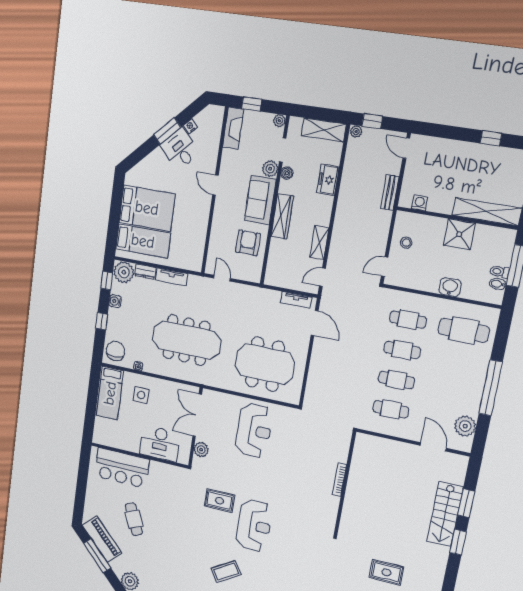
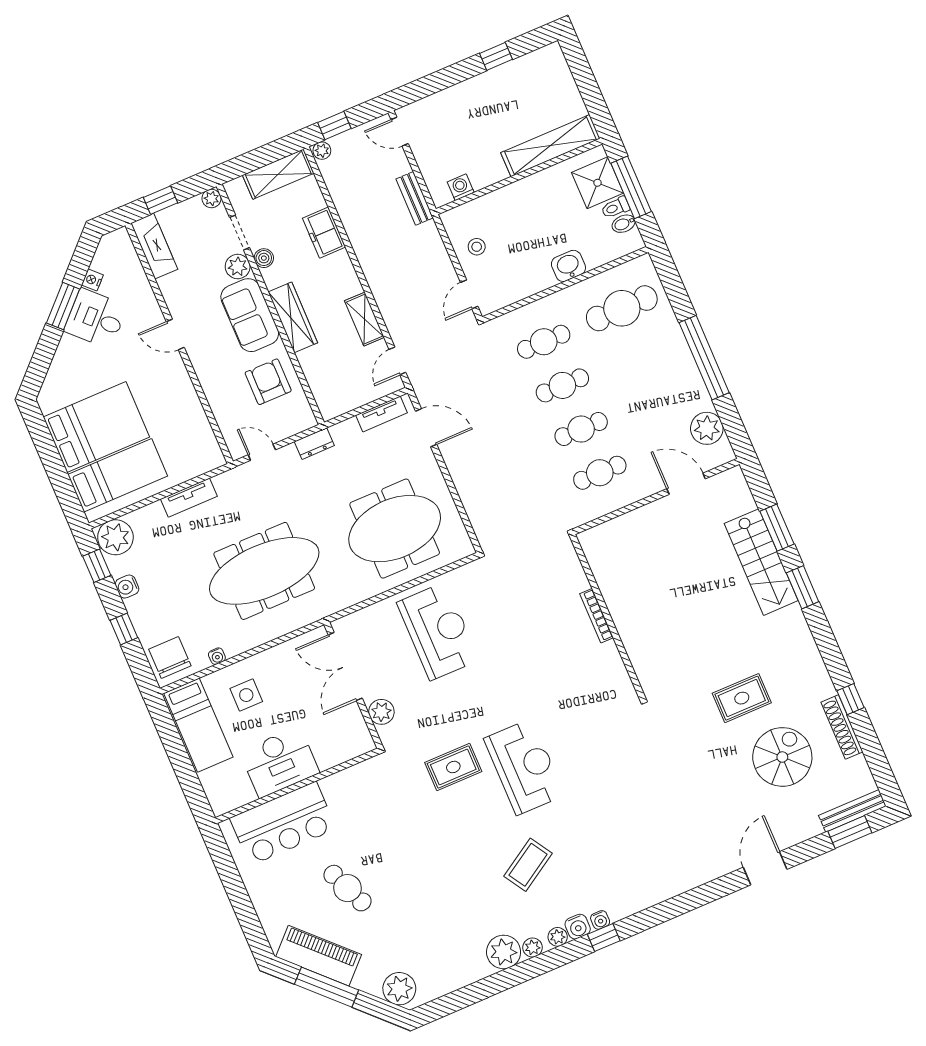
shower: (459, 234) -> (598, 183), moved
dresser: (145, 272) -> (314, 444), moved
desk: (160, 443) -> (279, 762), moved

